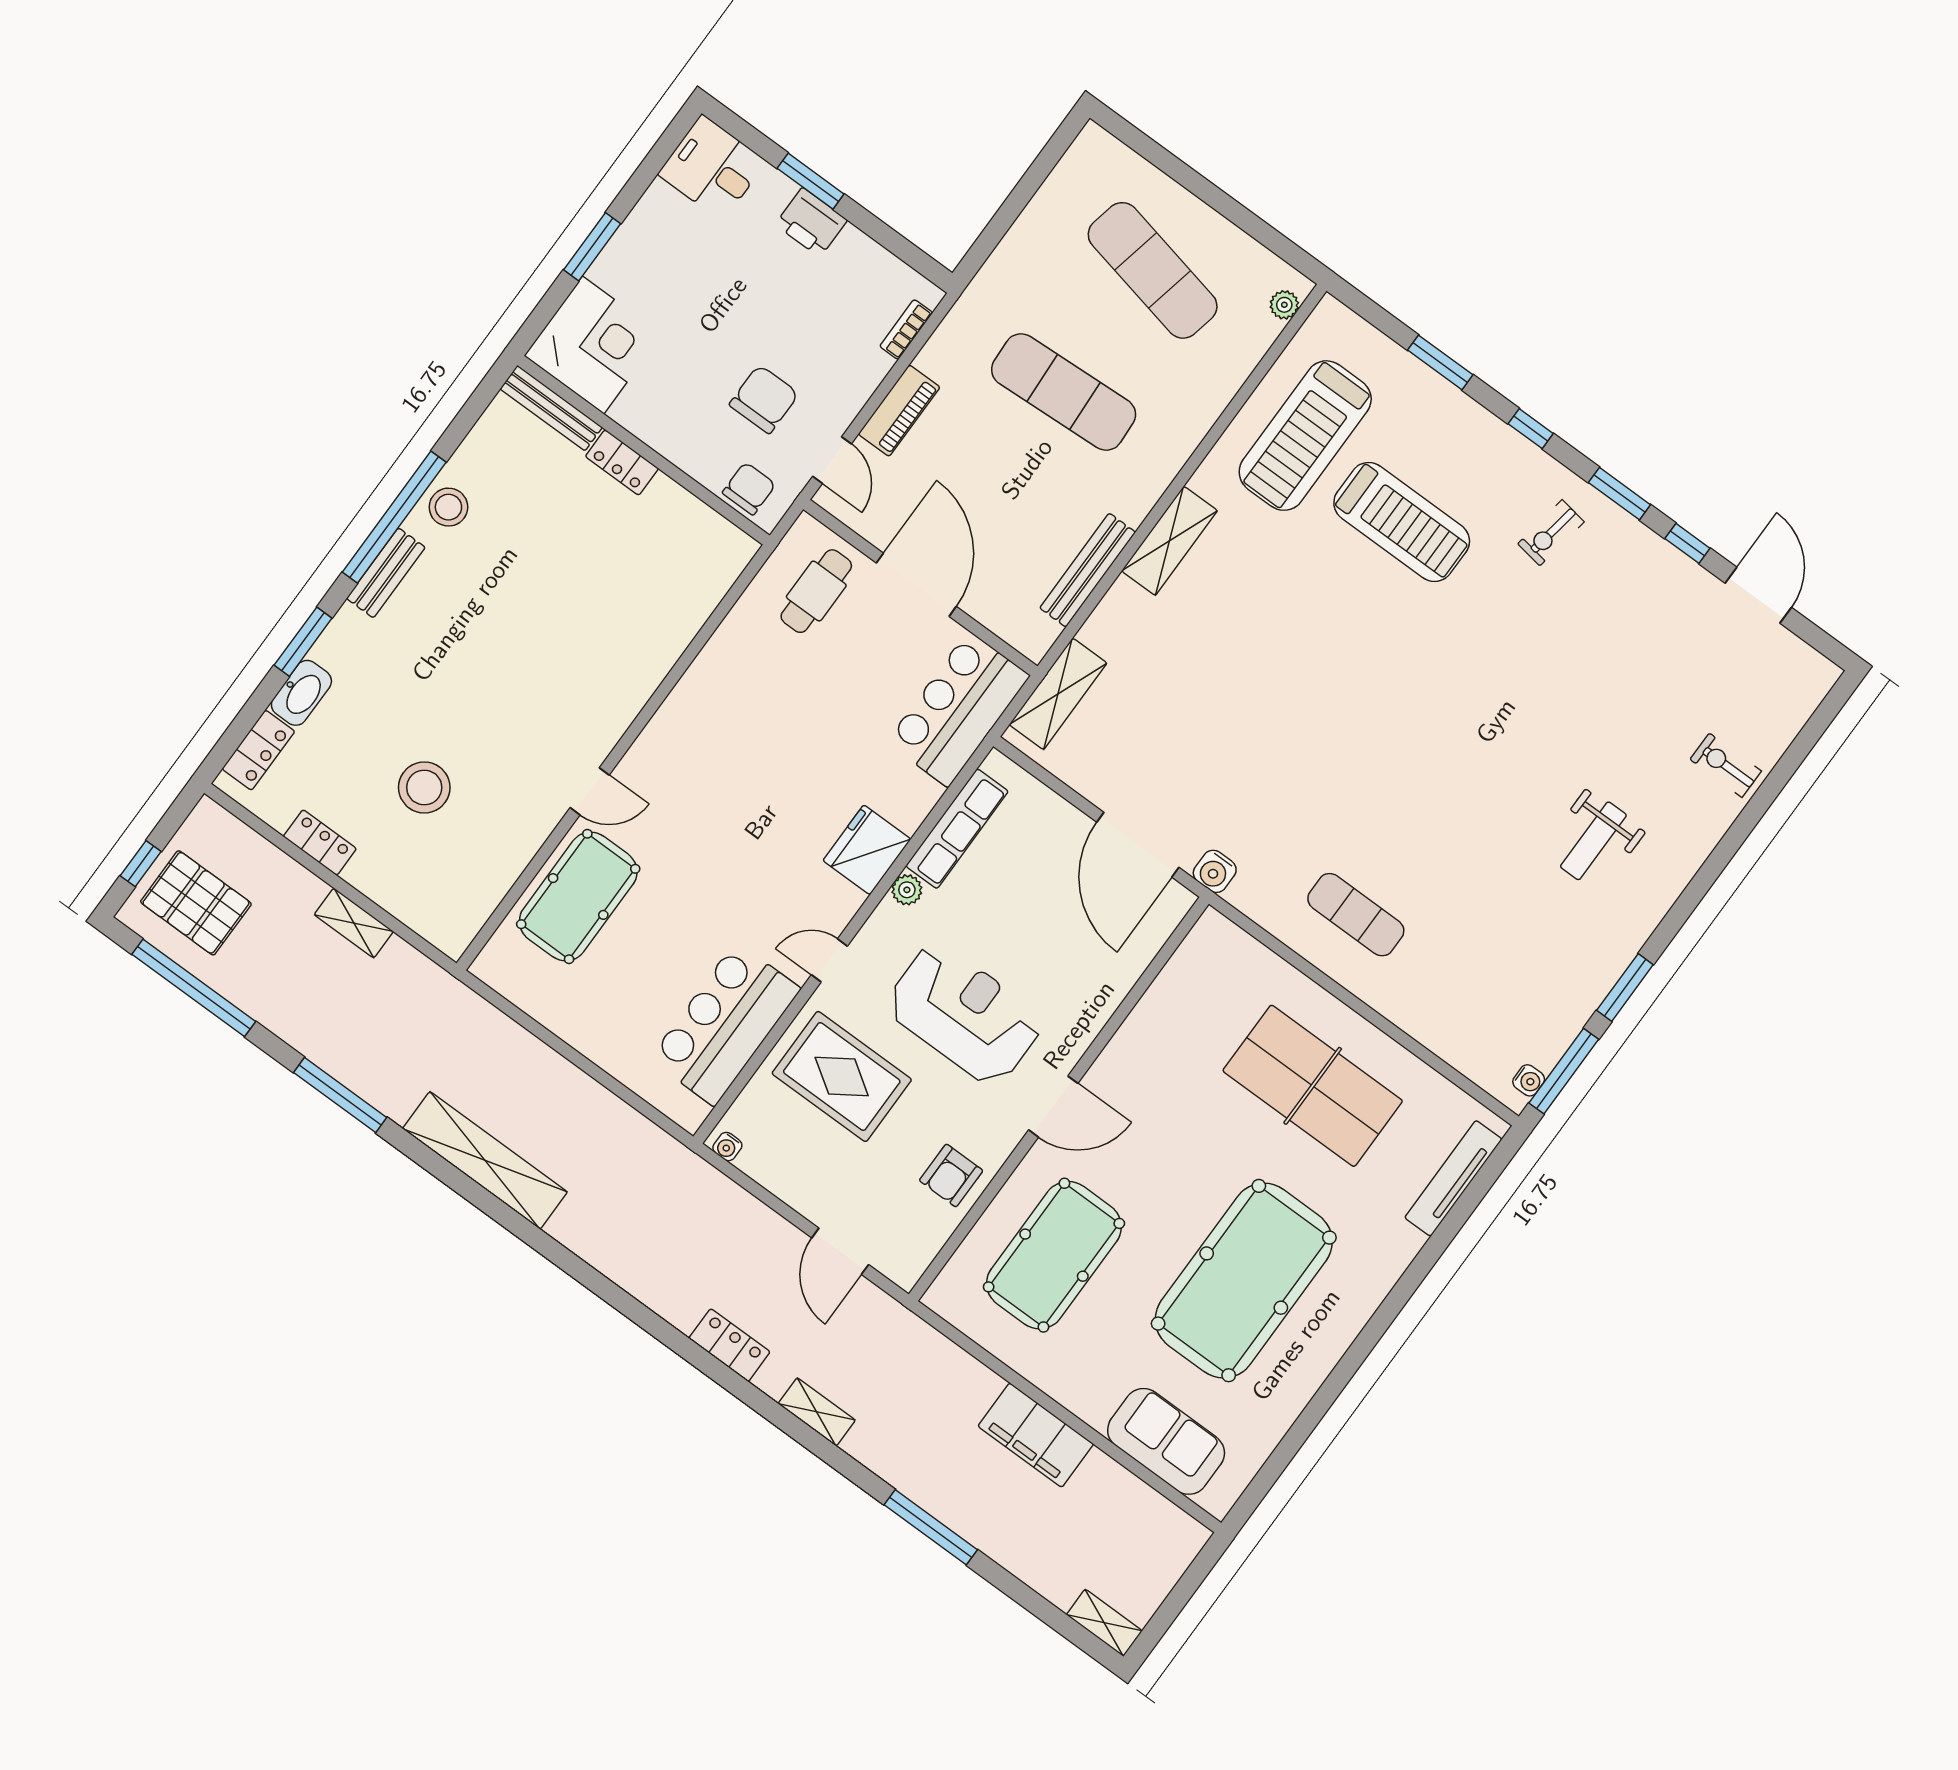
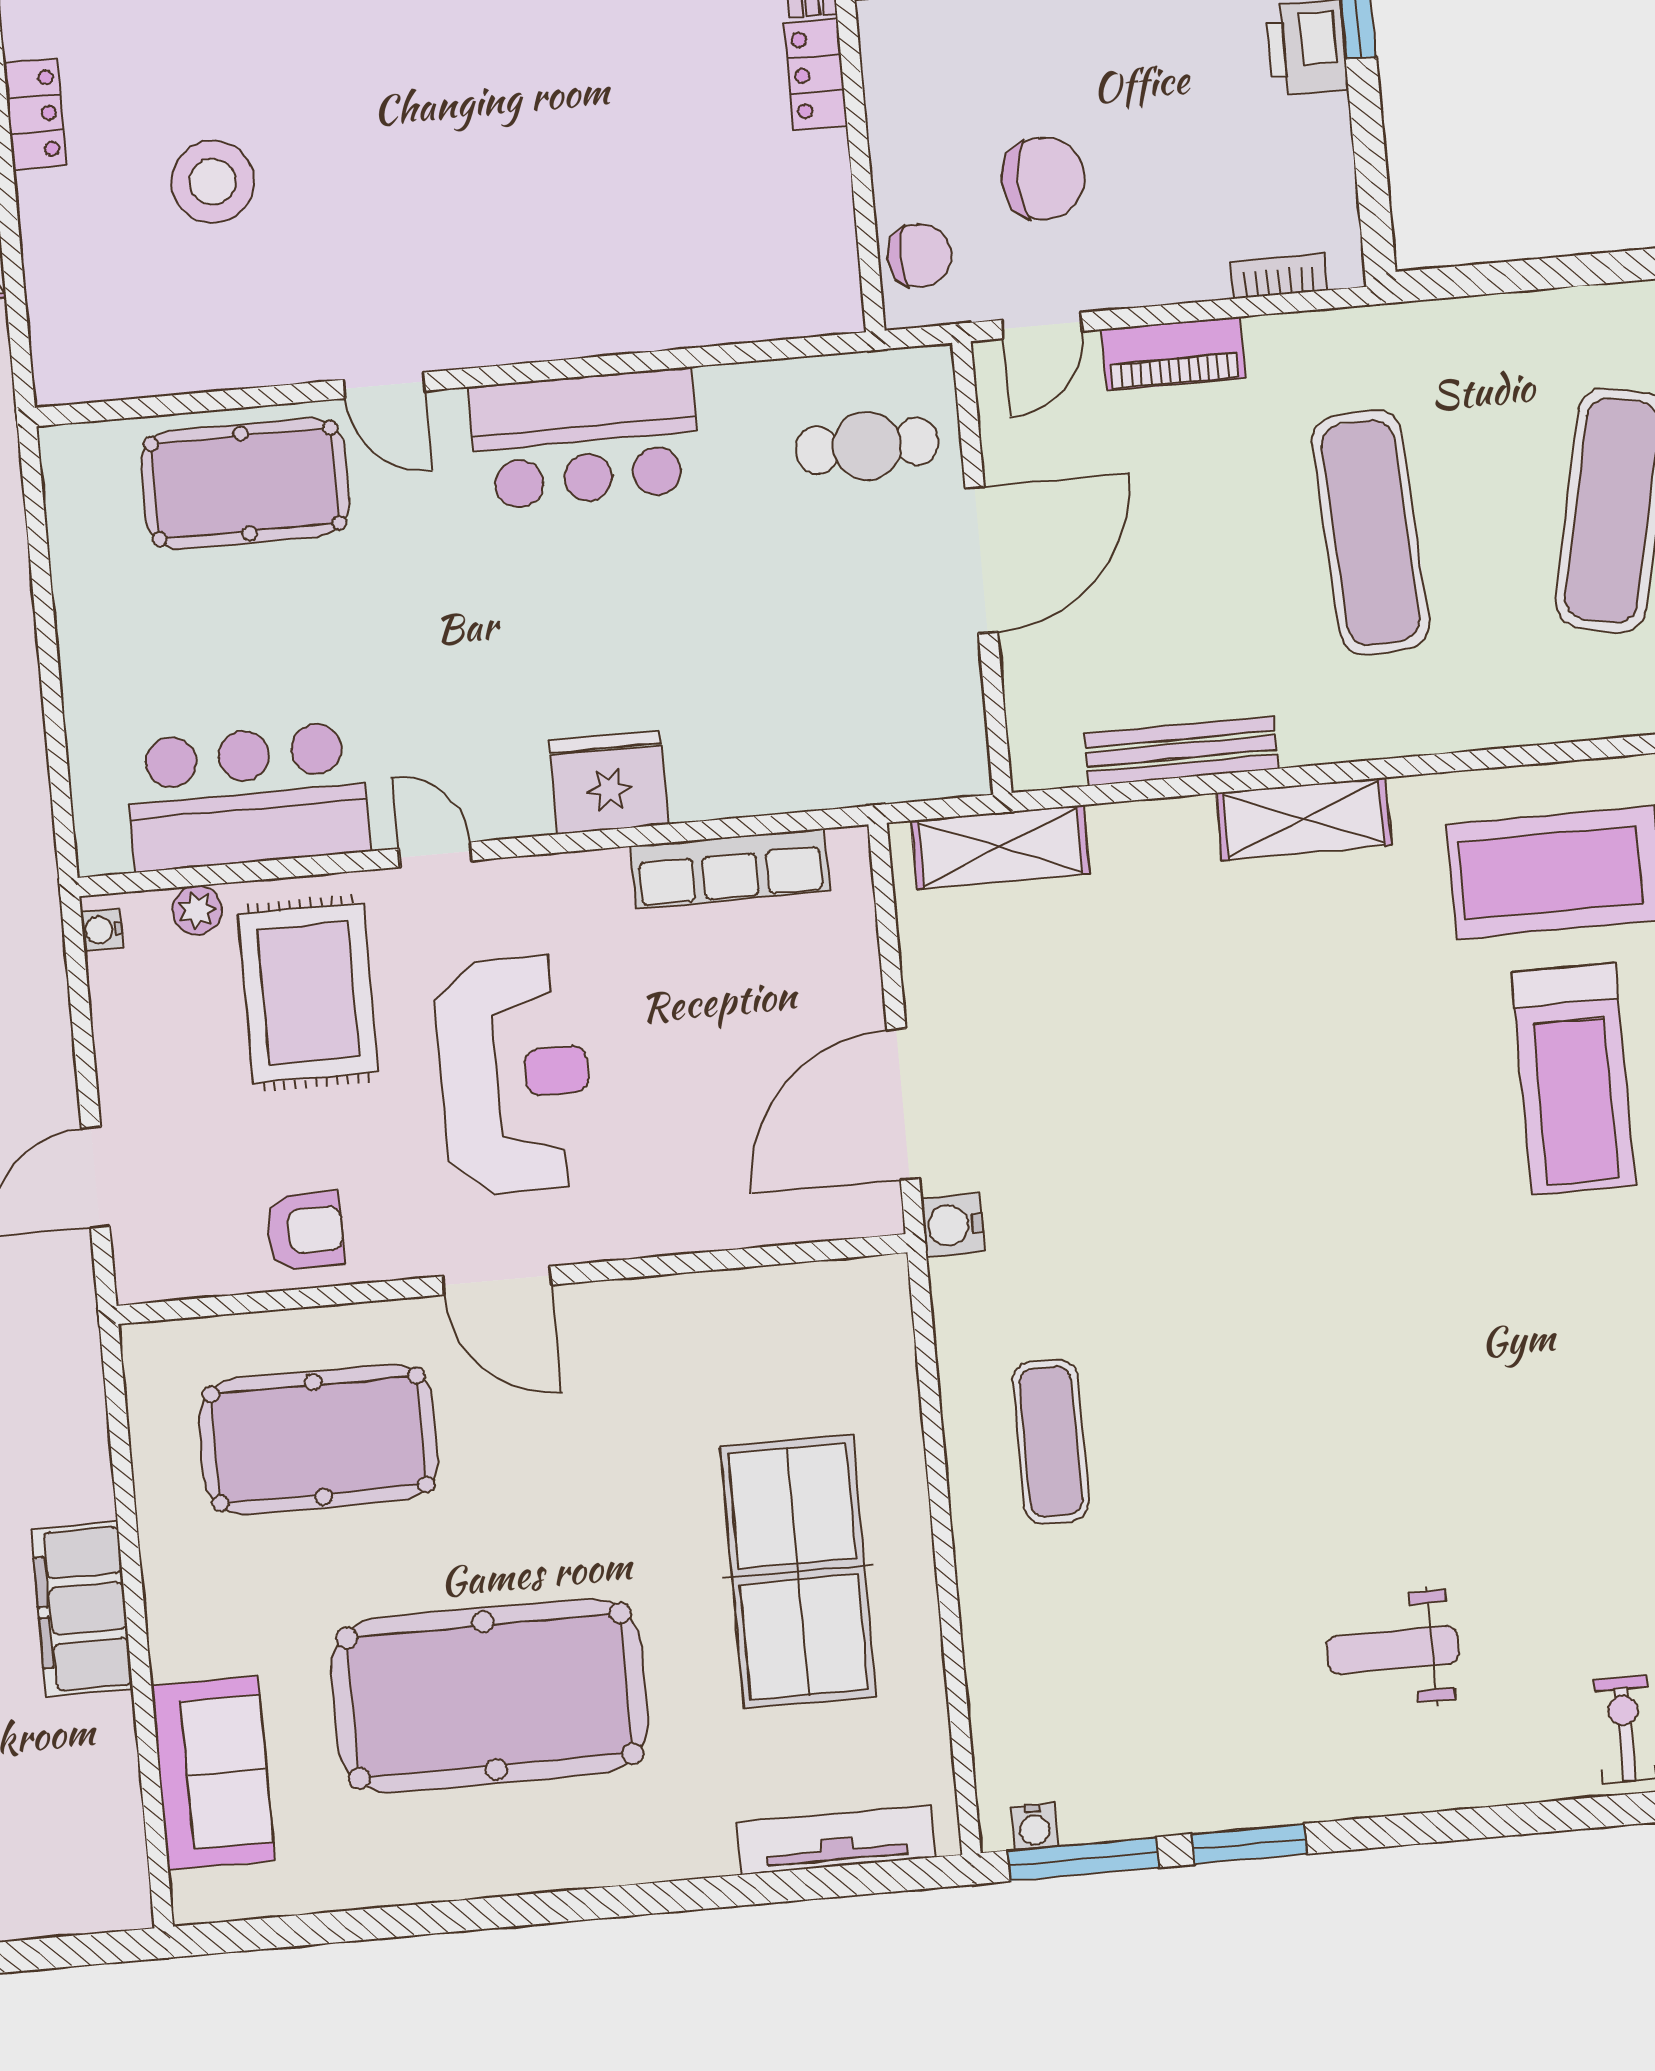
bar counter: (958, 709) -> (585, 439), moved, turned 180
plant: (907, 890) -> (197, 910), moved
armchair: (951, 1176) -> (305, 1231), turned 180

